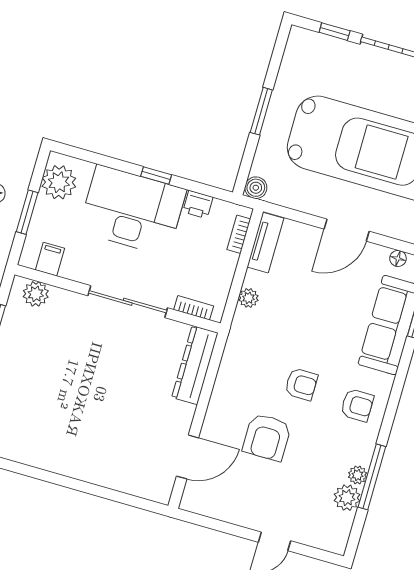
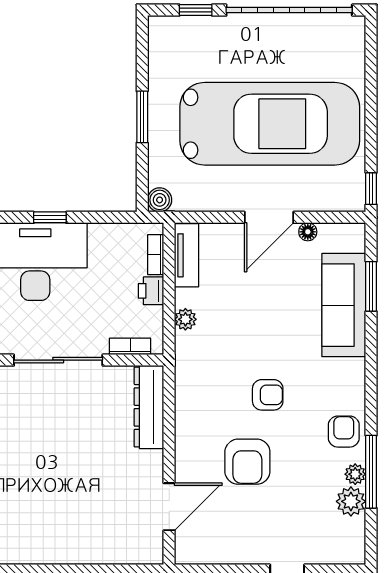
printer: (198, 205) -> (151, 291), moved, turned 90
floor lamp: (398, 258) -> (308, 232), moved
armchair: (357, 405) -> (344, 432), moved, turned -90

